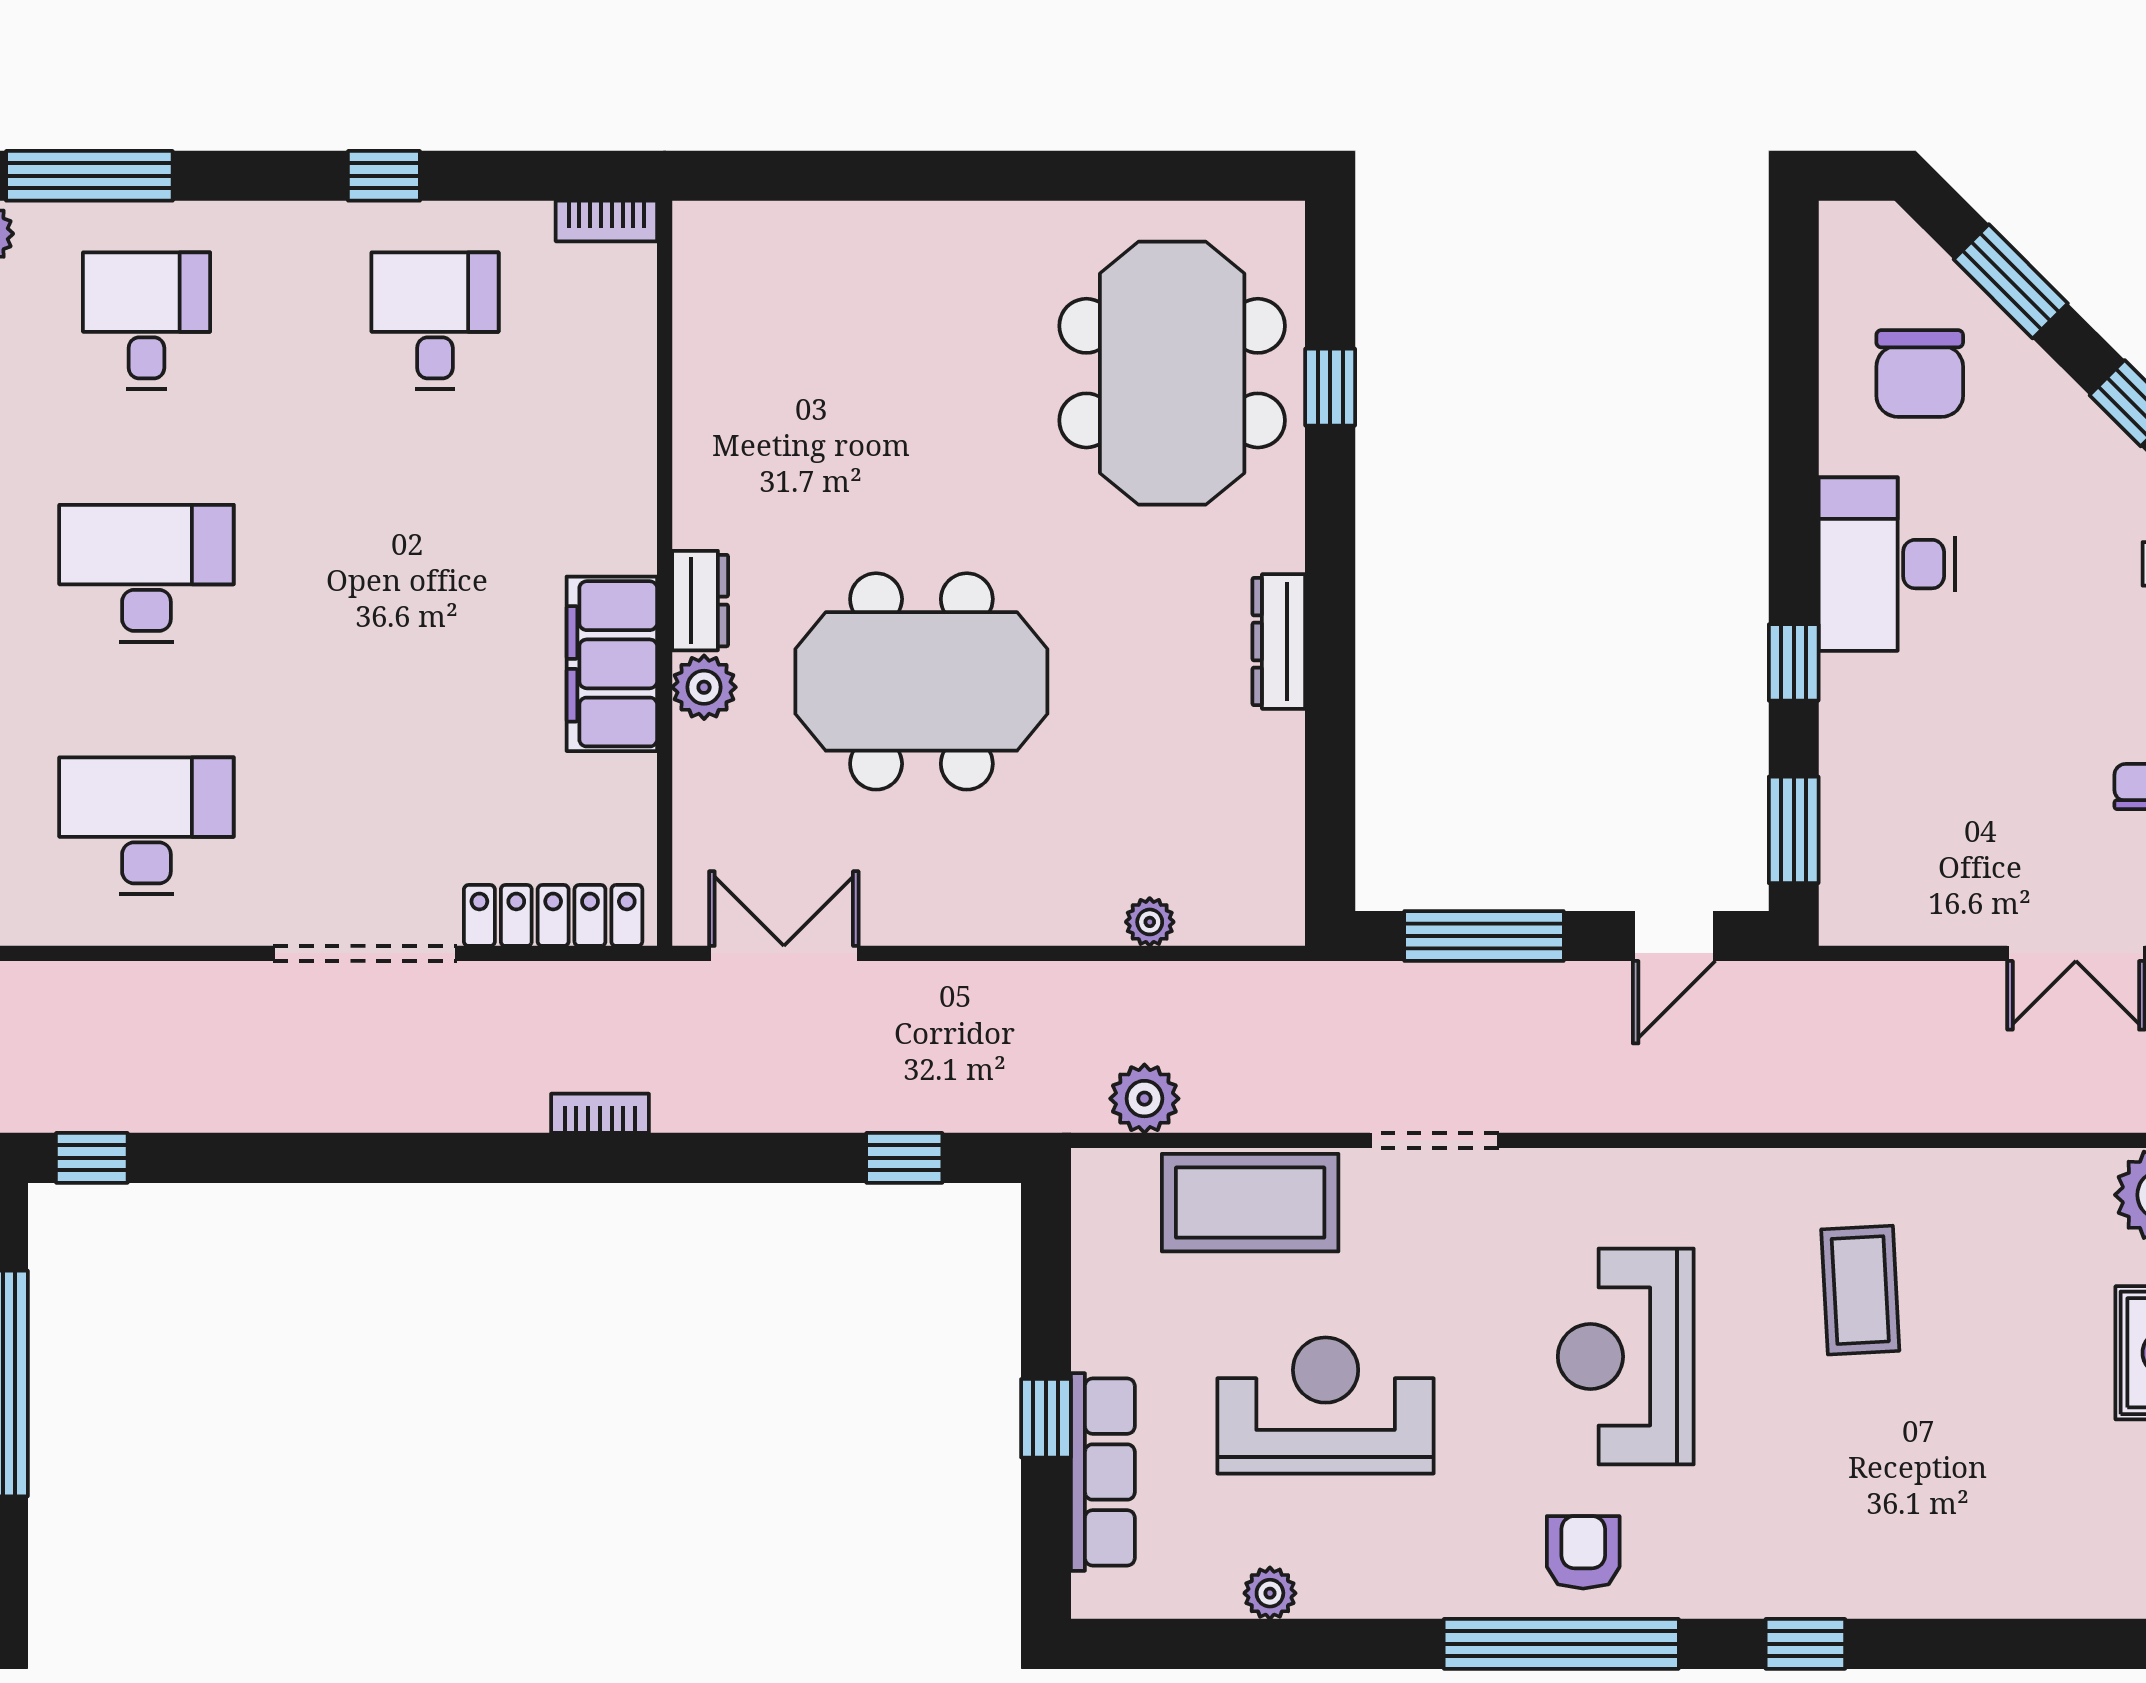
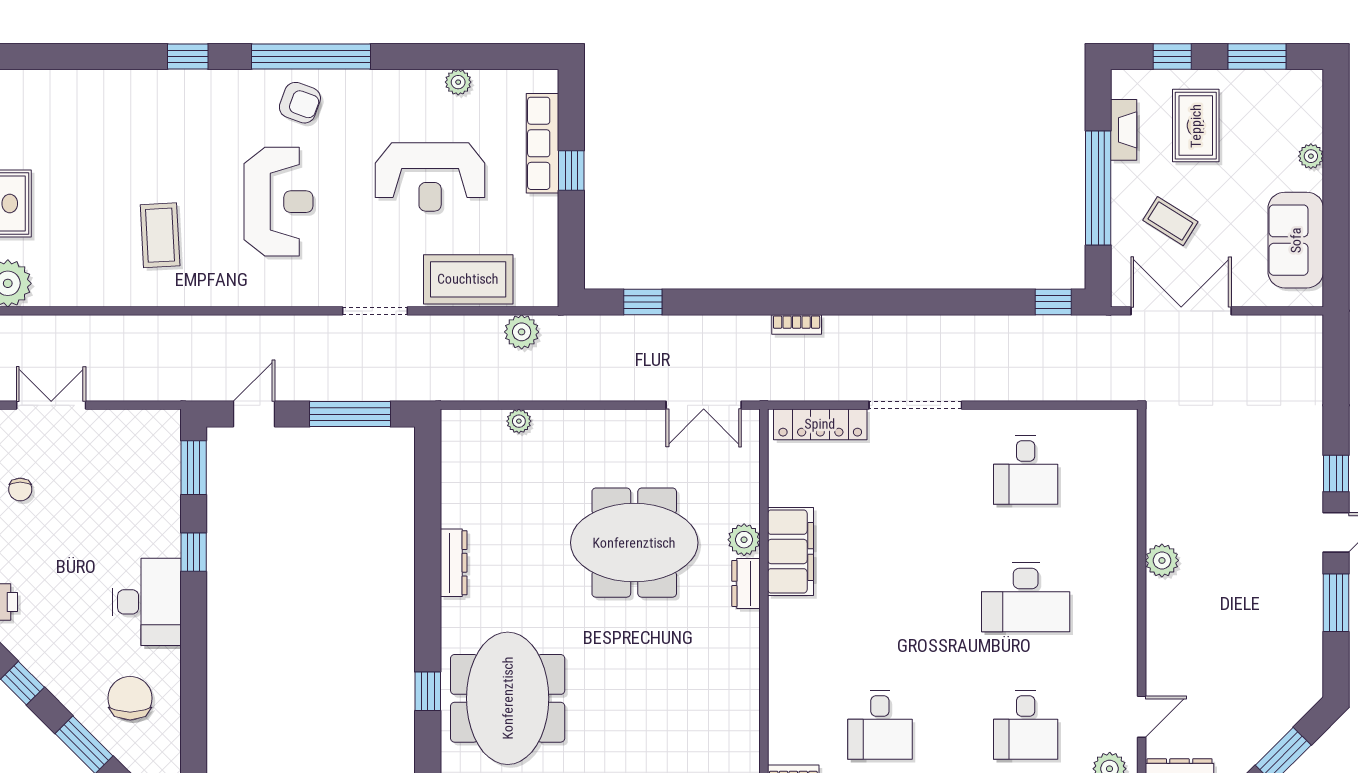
desk: (146, 826) -> (1026, 470), width x0.73
armchair: (1583, 1552) -> (300, 103), turned -70

